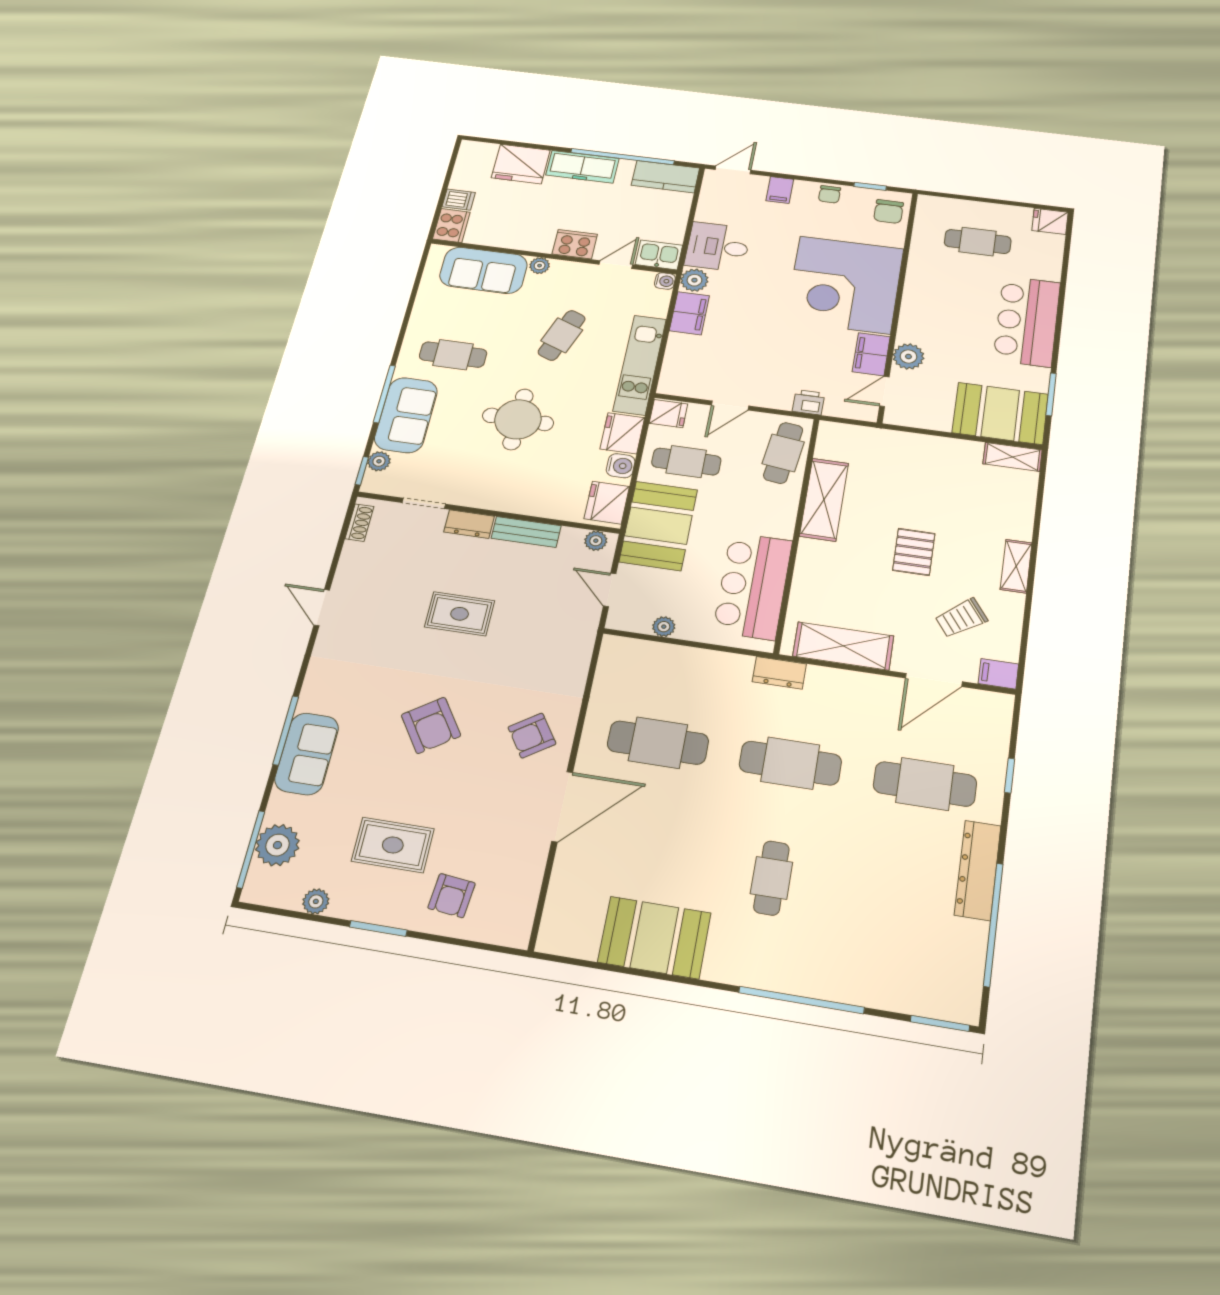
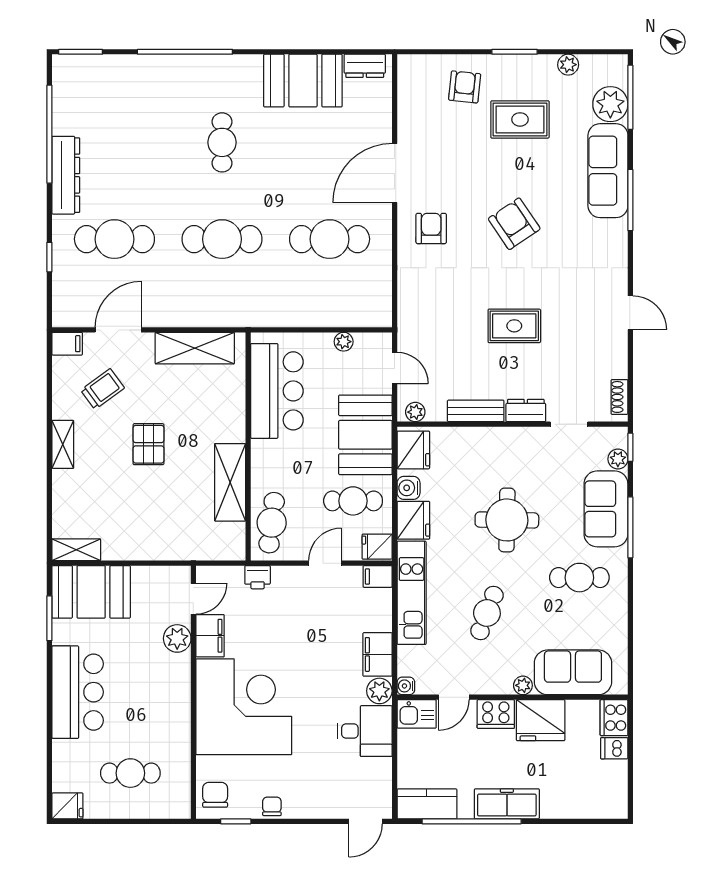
fridge: (521, 164) -> (541, 720), moved, turned 180
filing cabinet: (780, 190) -> (378, 576), moved, turned -90
dresser: (779, 673) -> (365, 66), moved, turned 180
armchair: (532, 736) -> (431, 228), turned -56
sofa: (307, 754) -> (608, 171), width x1.36

